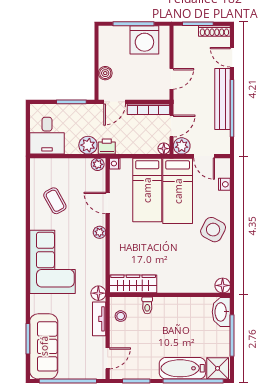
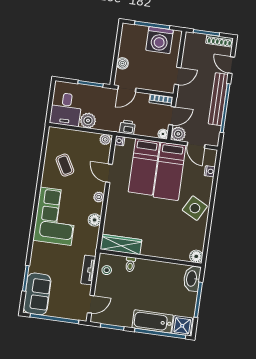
bookcase: (148, 109) -> (161, 100), width x0.64
plant: (88, 145) -> (88, 121), moved
printer: (107, 146) -> (127, 127), moved
floor lamp: (98, 293) -> (95, 220), moved
sofa: (44, 346) -> (37, 294), width x0.73

